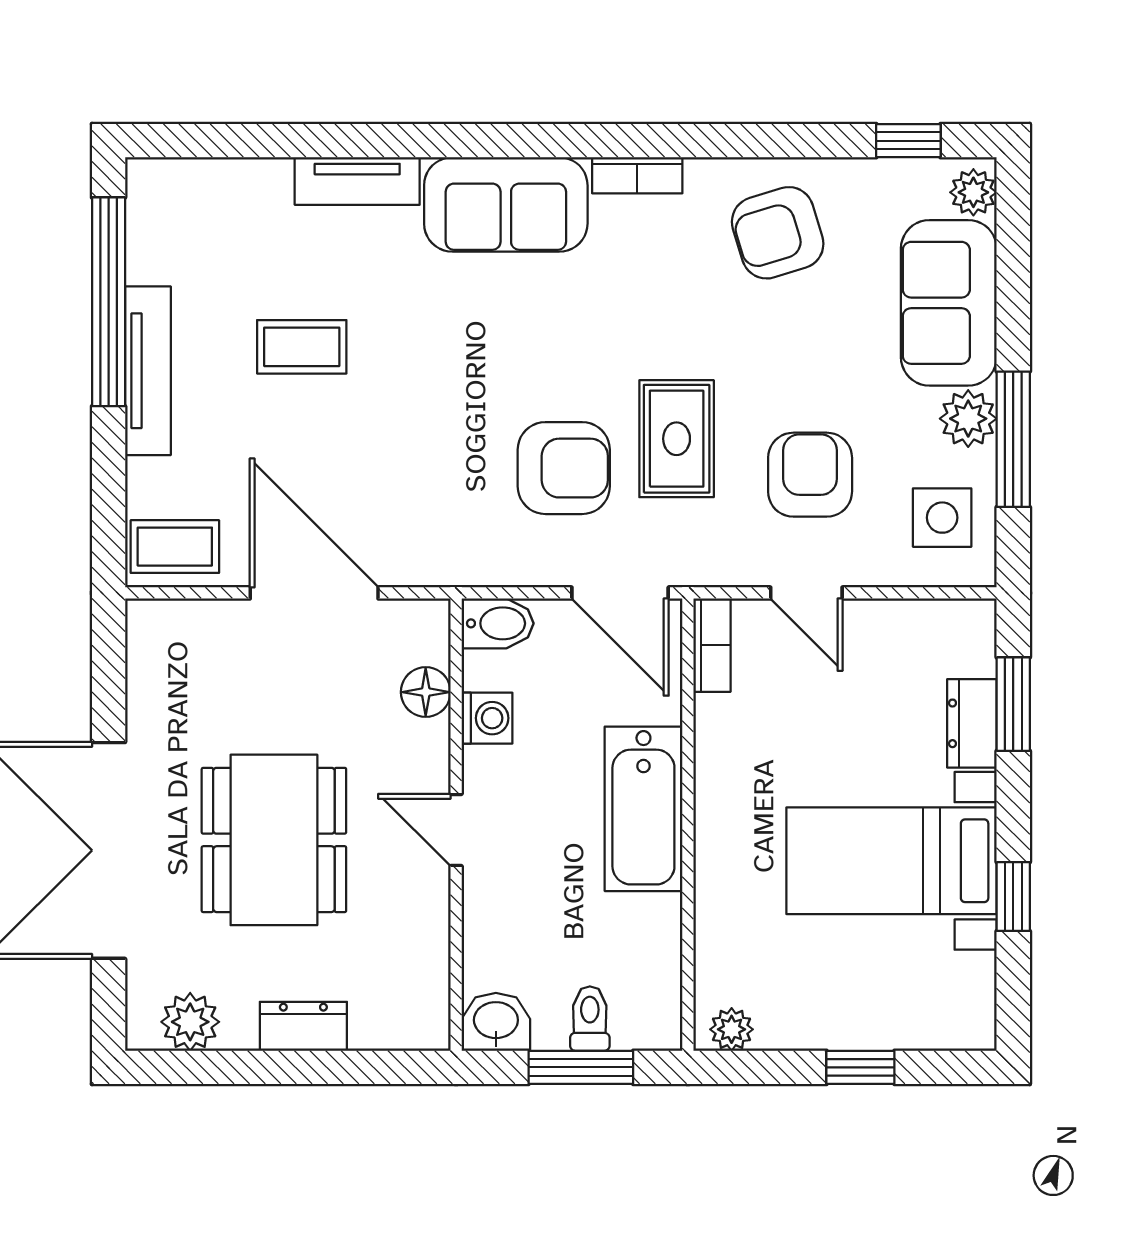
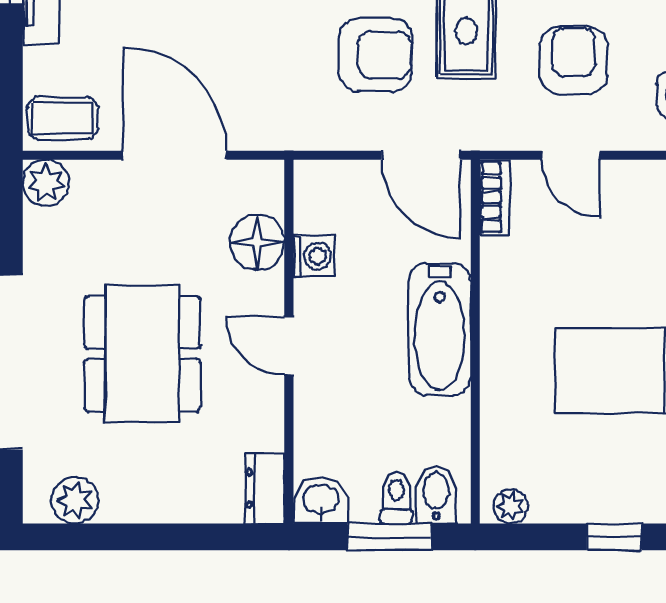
bidet: (498, 623) -> (436, 495), moved, turned -90
plant: (154, 627) -> (46, 183), added
floor lamp: (426, 692) -> (257, 242), width x1.38, depth x1.38
dresser: (303, 1026) -> (265, 489), moved, turned -90

